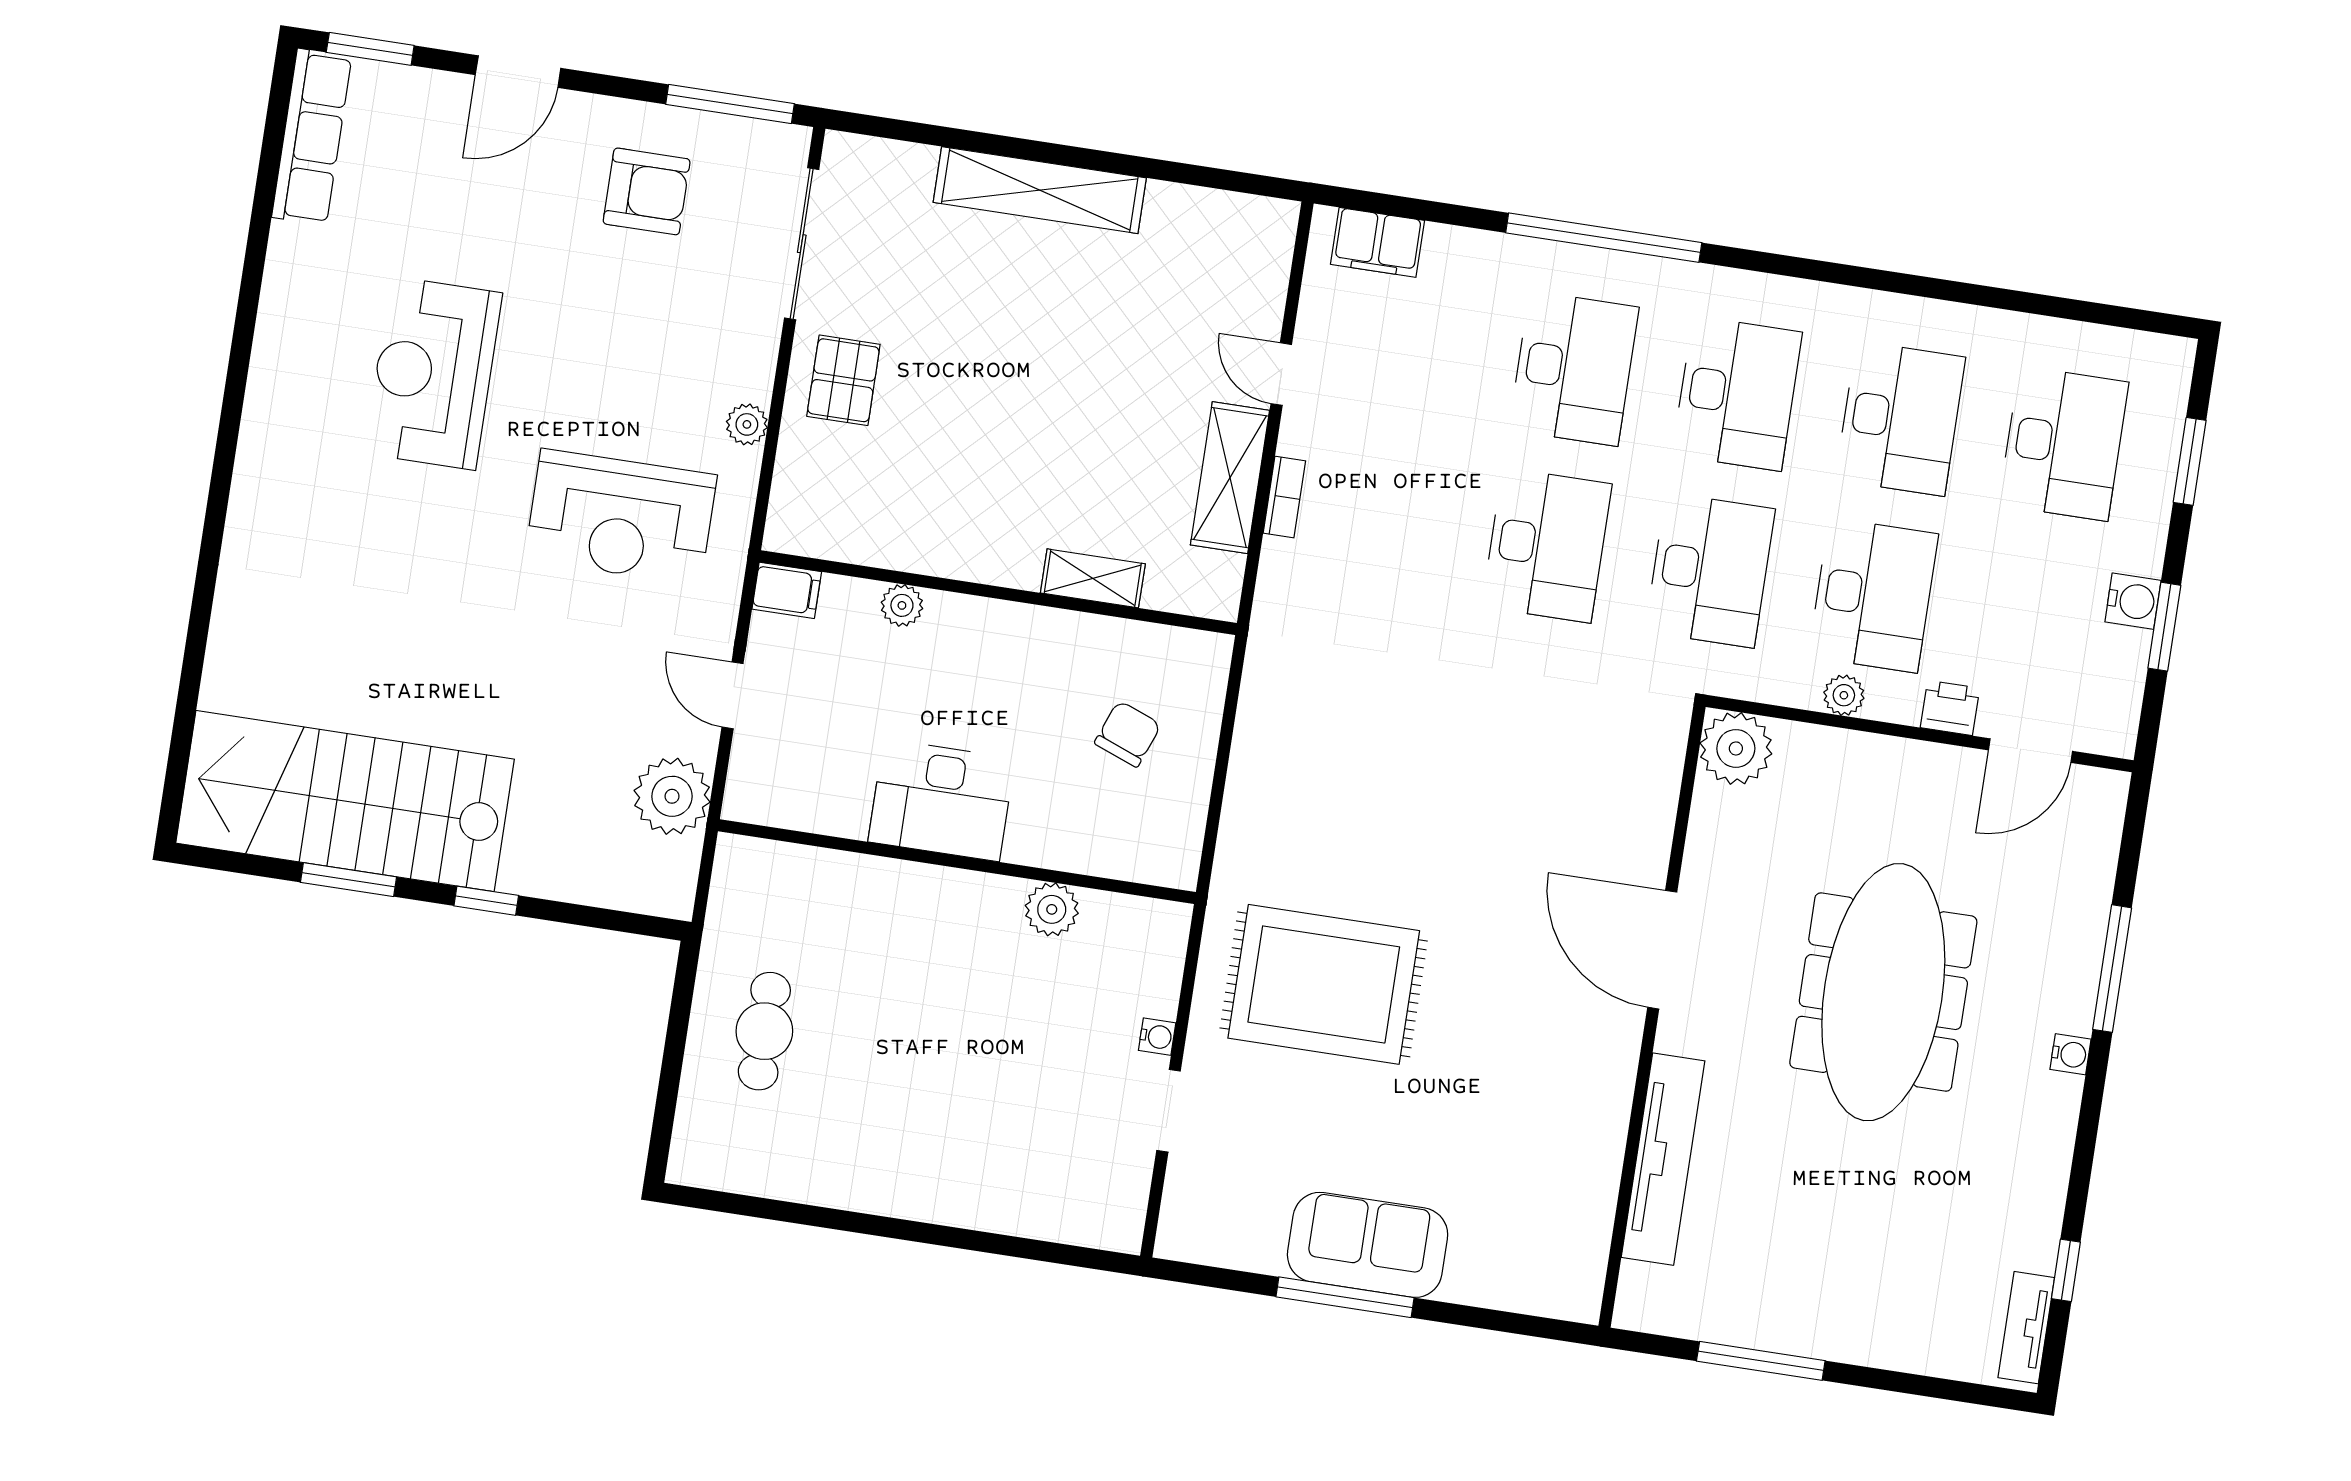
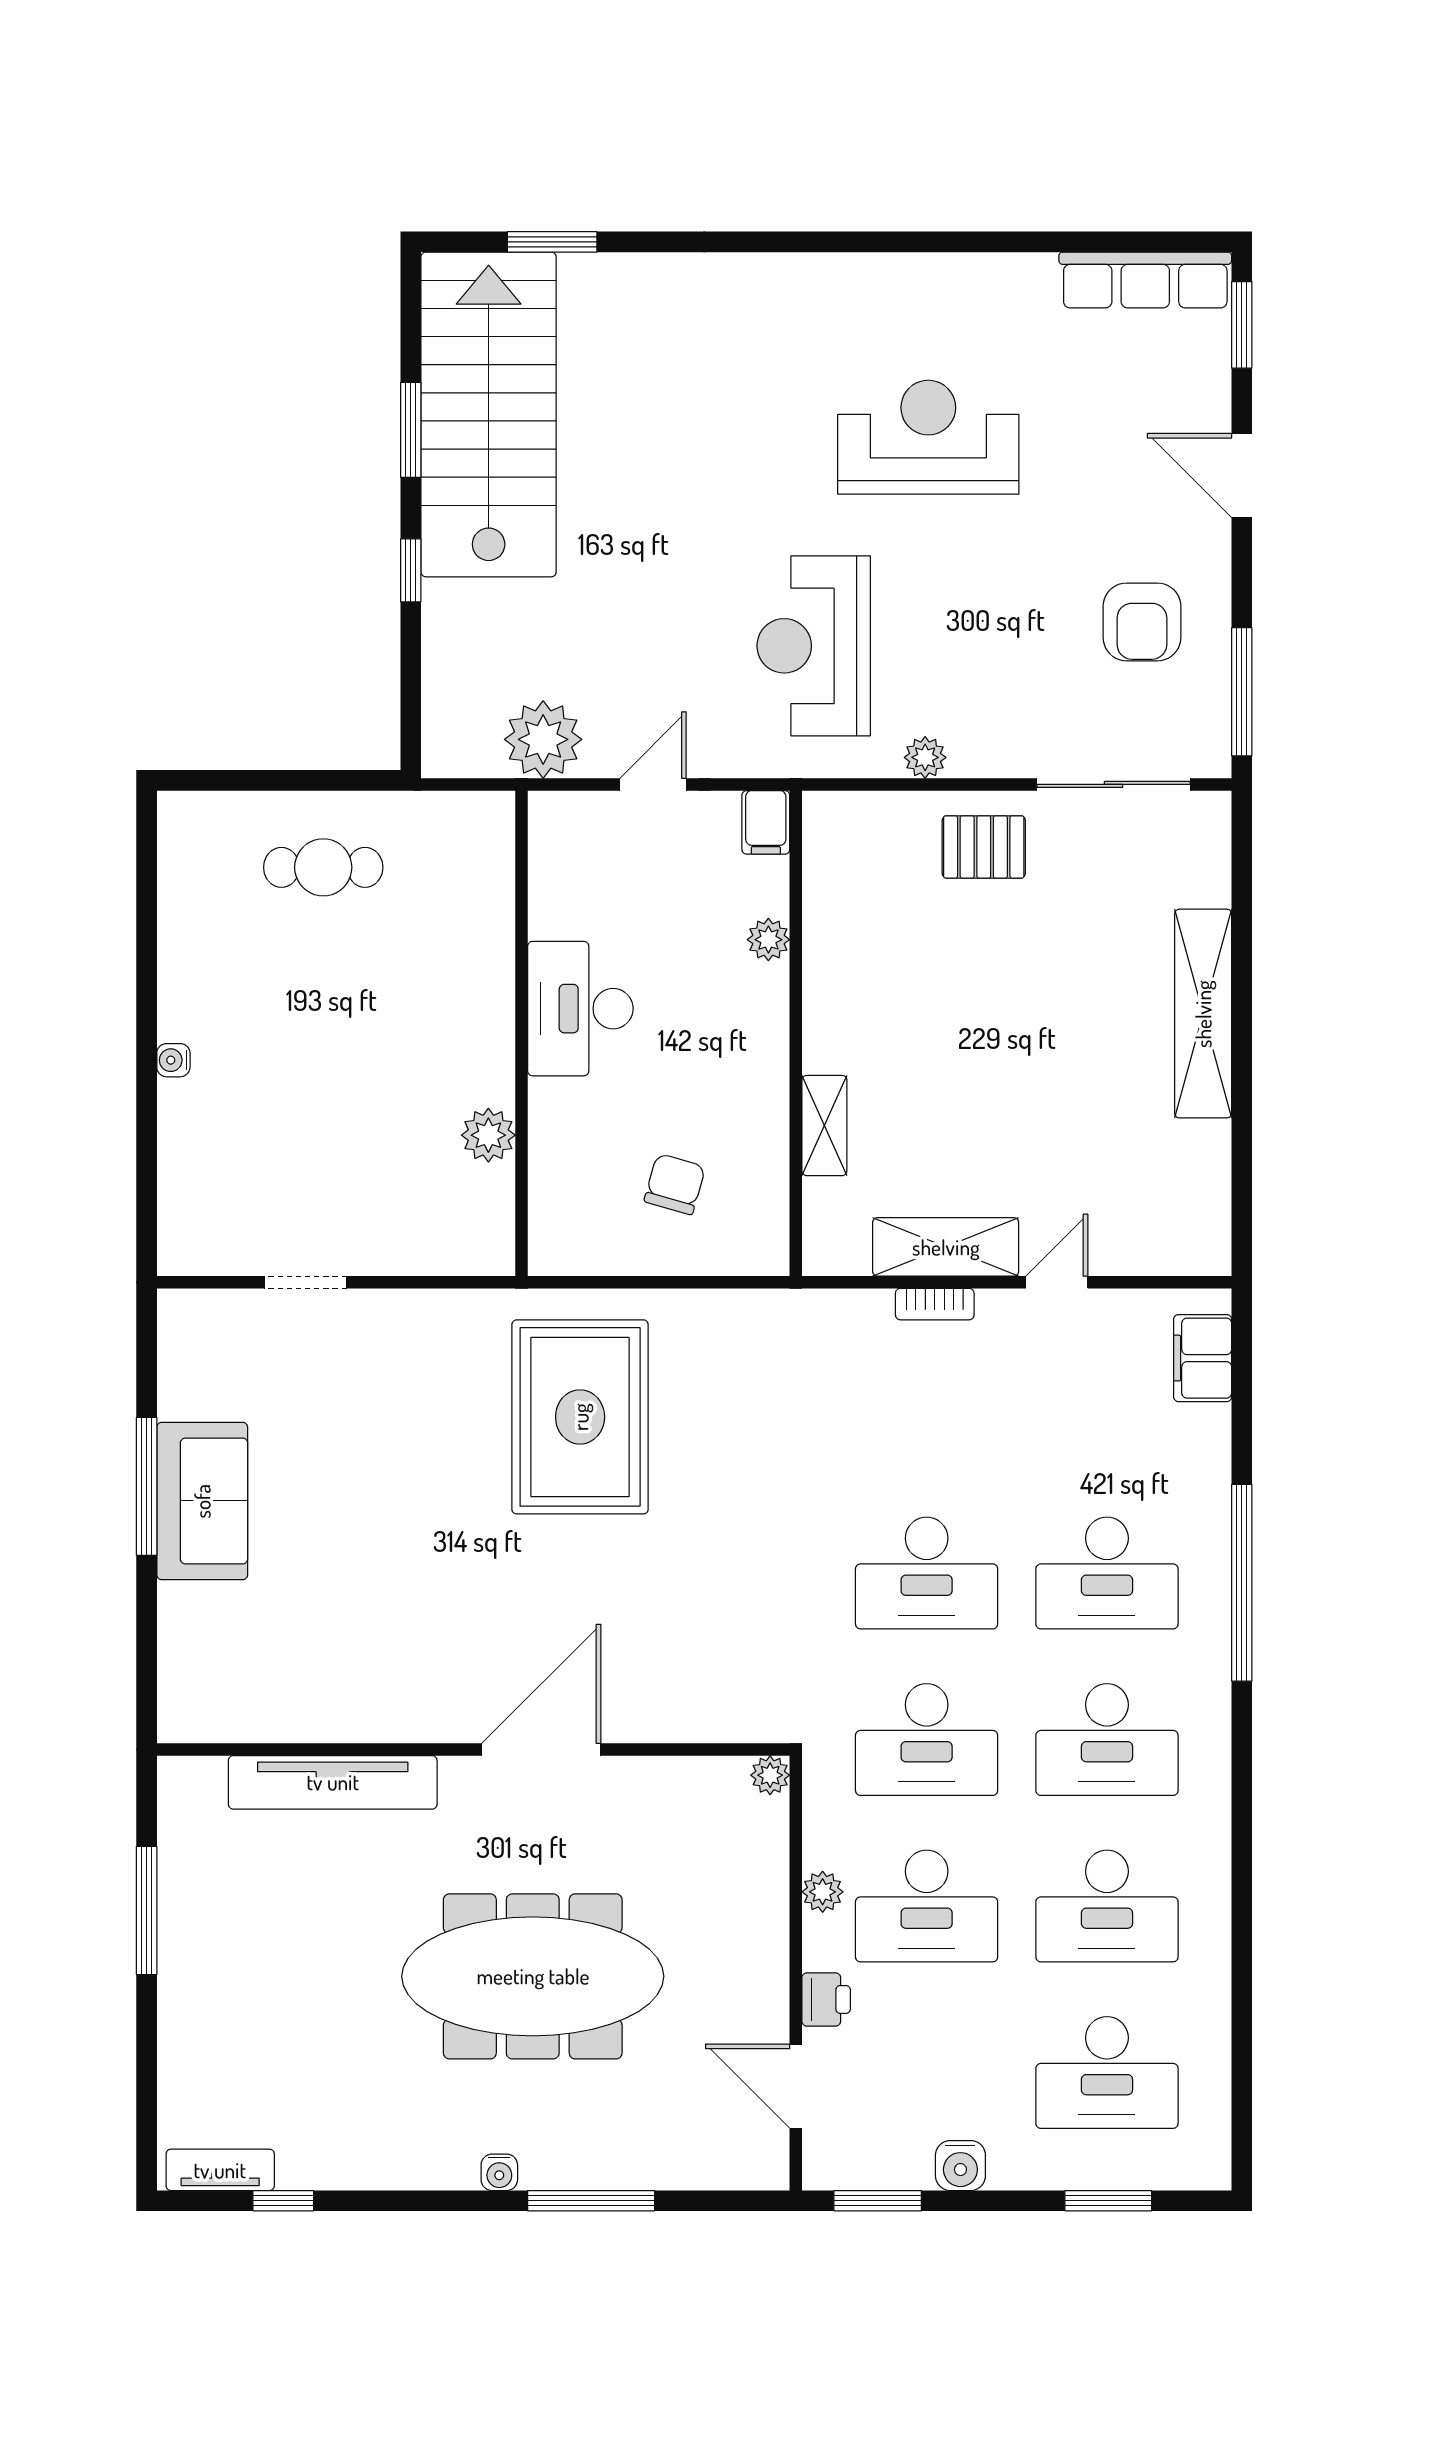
window: (2164, 627) -> (878, 2201), moved
window: (185, 713) -> (552, 242), added
chair: (1128, 734) -> (675, 1184), turned -95
plant: (1736, 748) -> (770, 1775), width x0.53, depth x0.53
rug: (1324, 984) -> (580, 1417), moved
water cooler: (1157, 1037) -> (173, 1060), moved, turned 90

